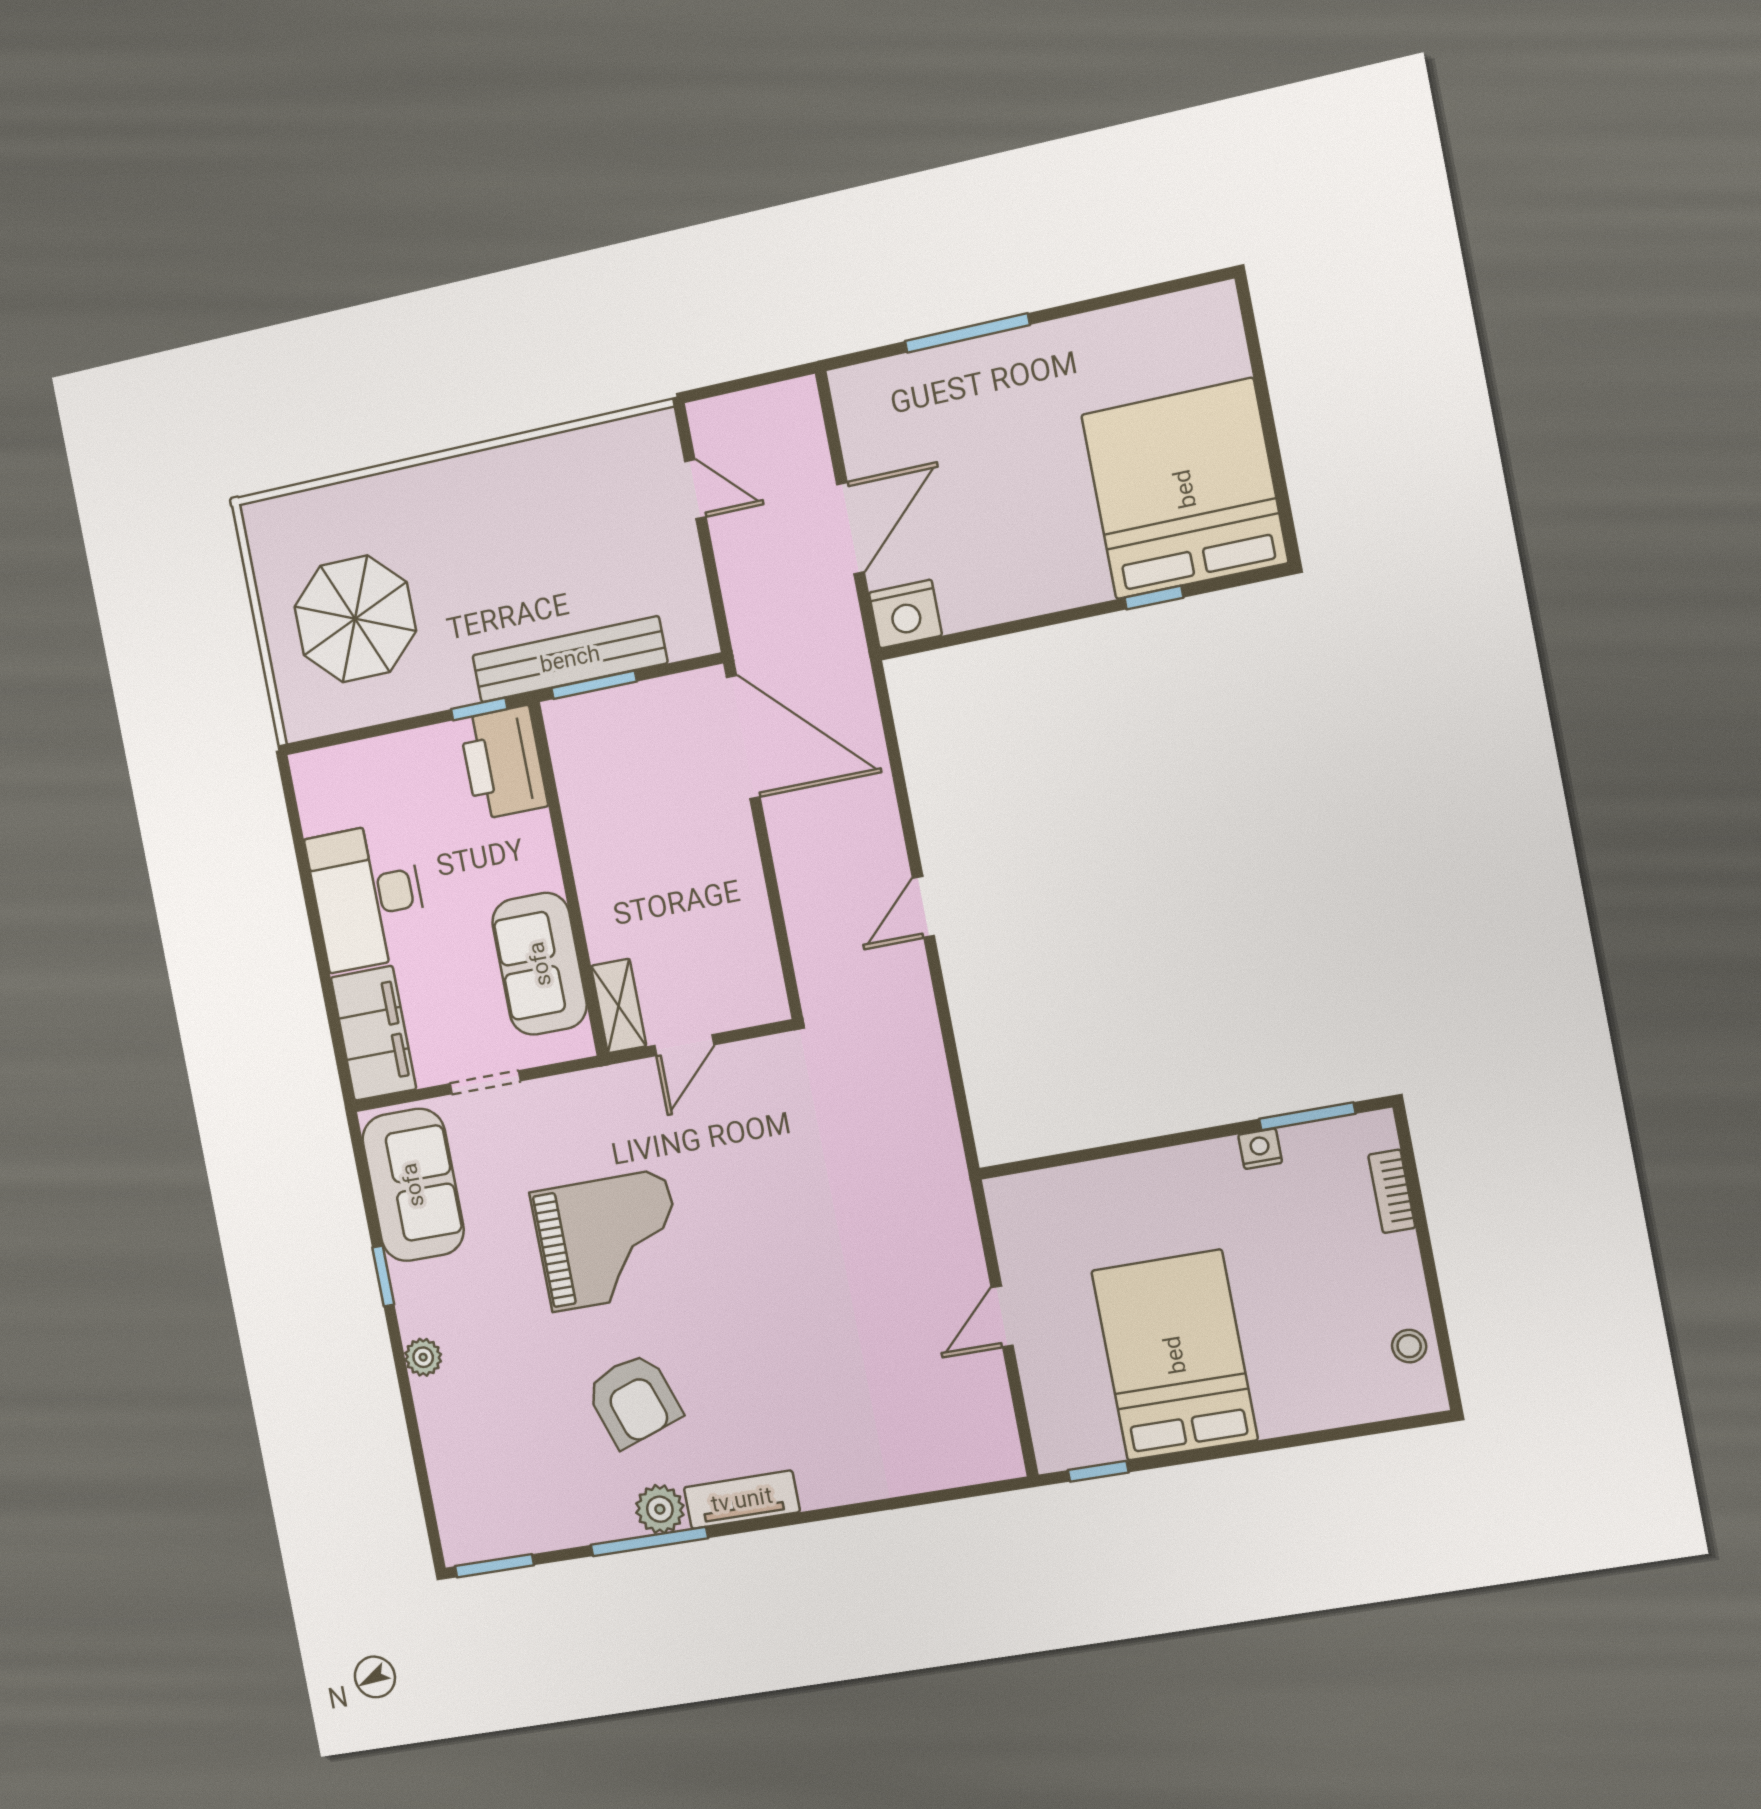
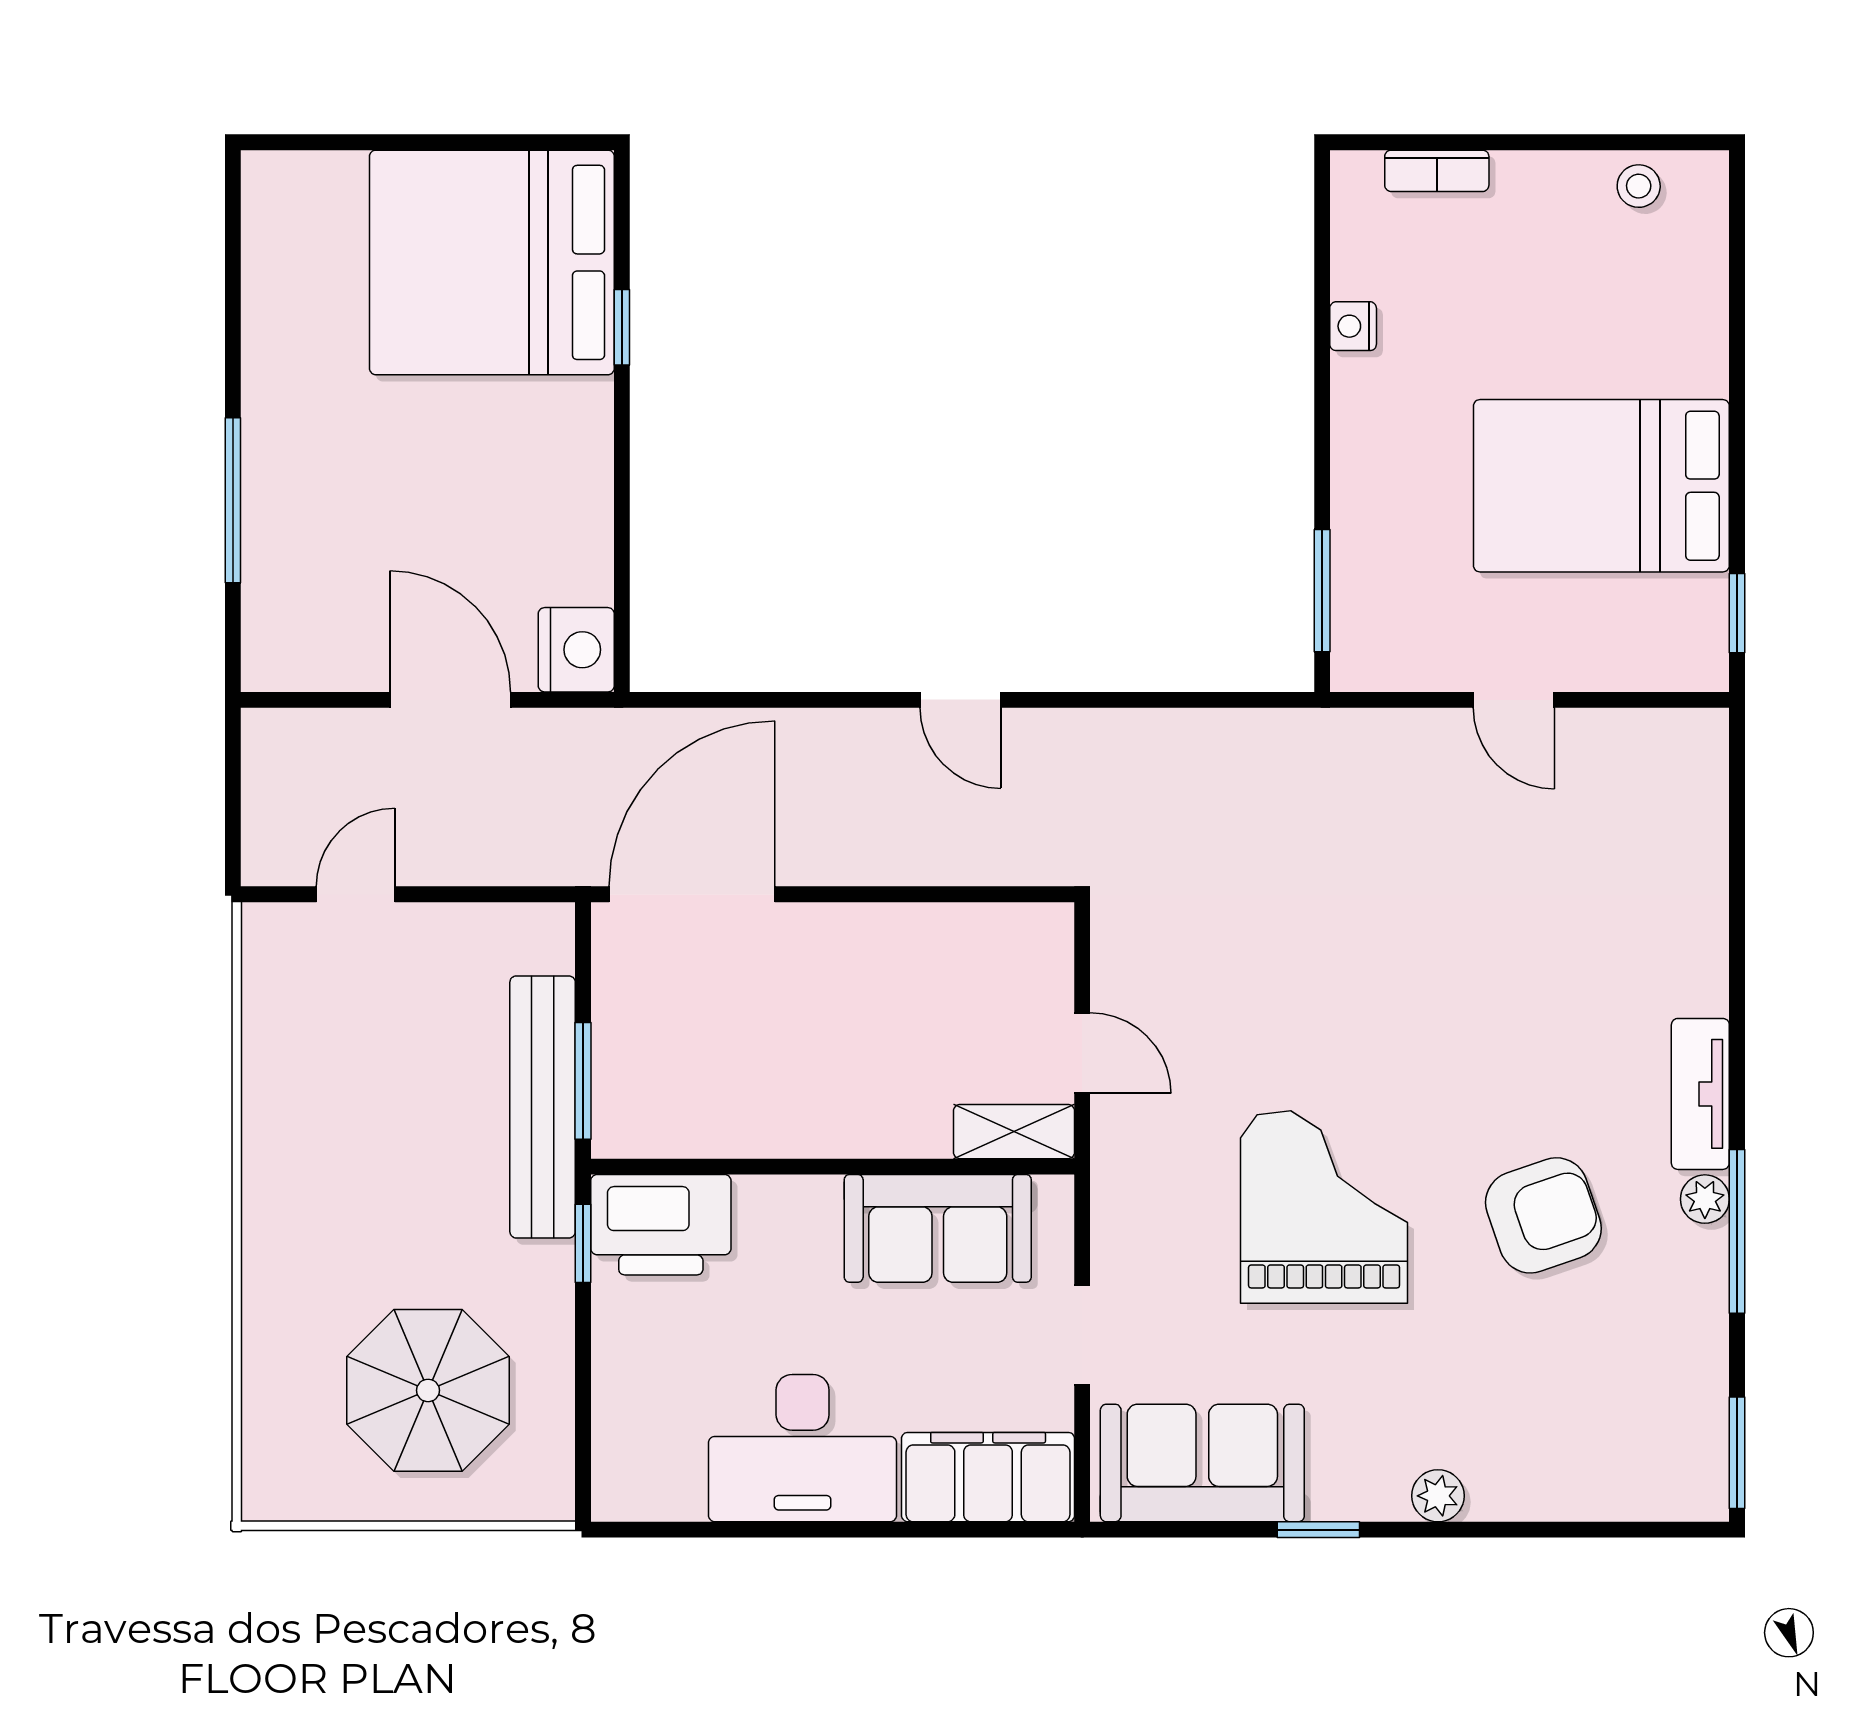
window: (1307, 1116) -> (1322, 591), moved
plant: (660, 1509) -> (1705, 1199), width x0.73, depth x0.73

